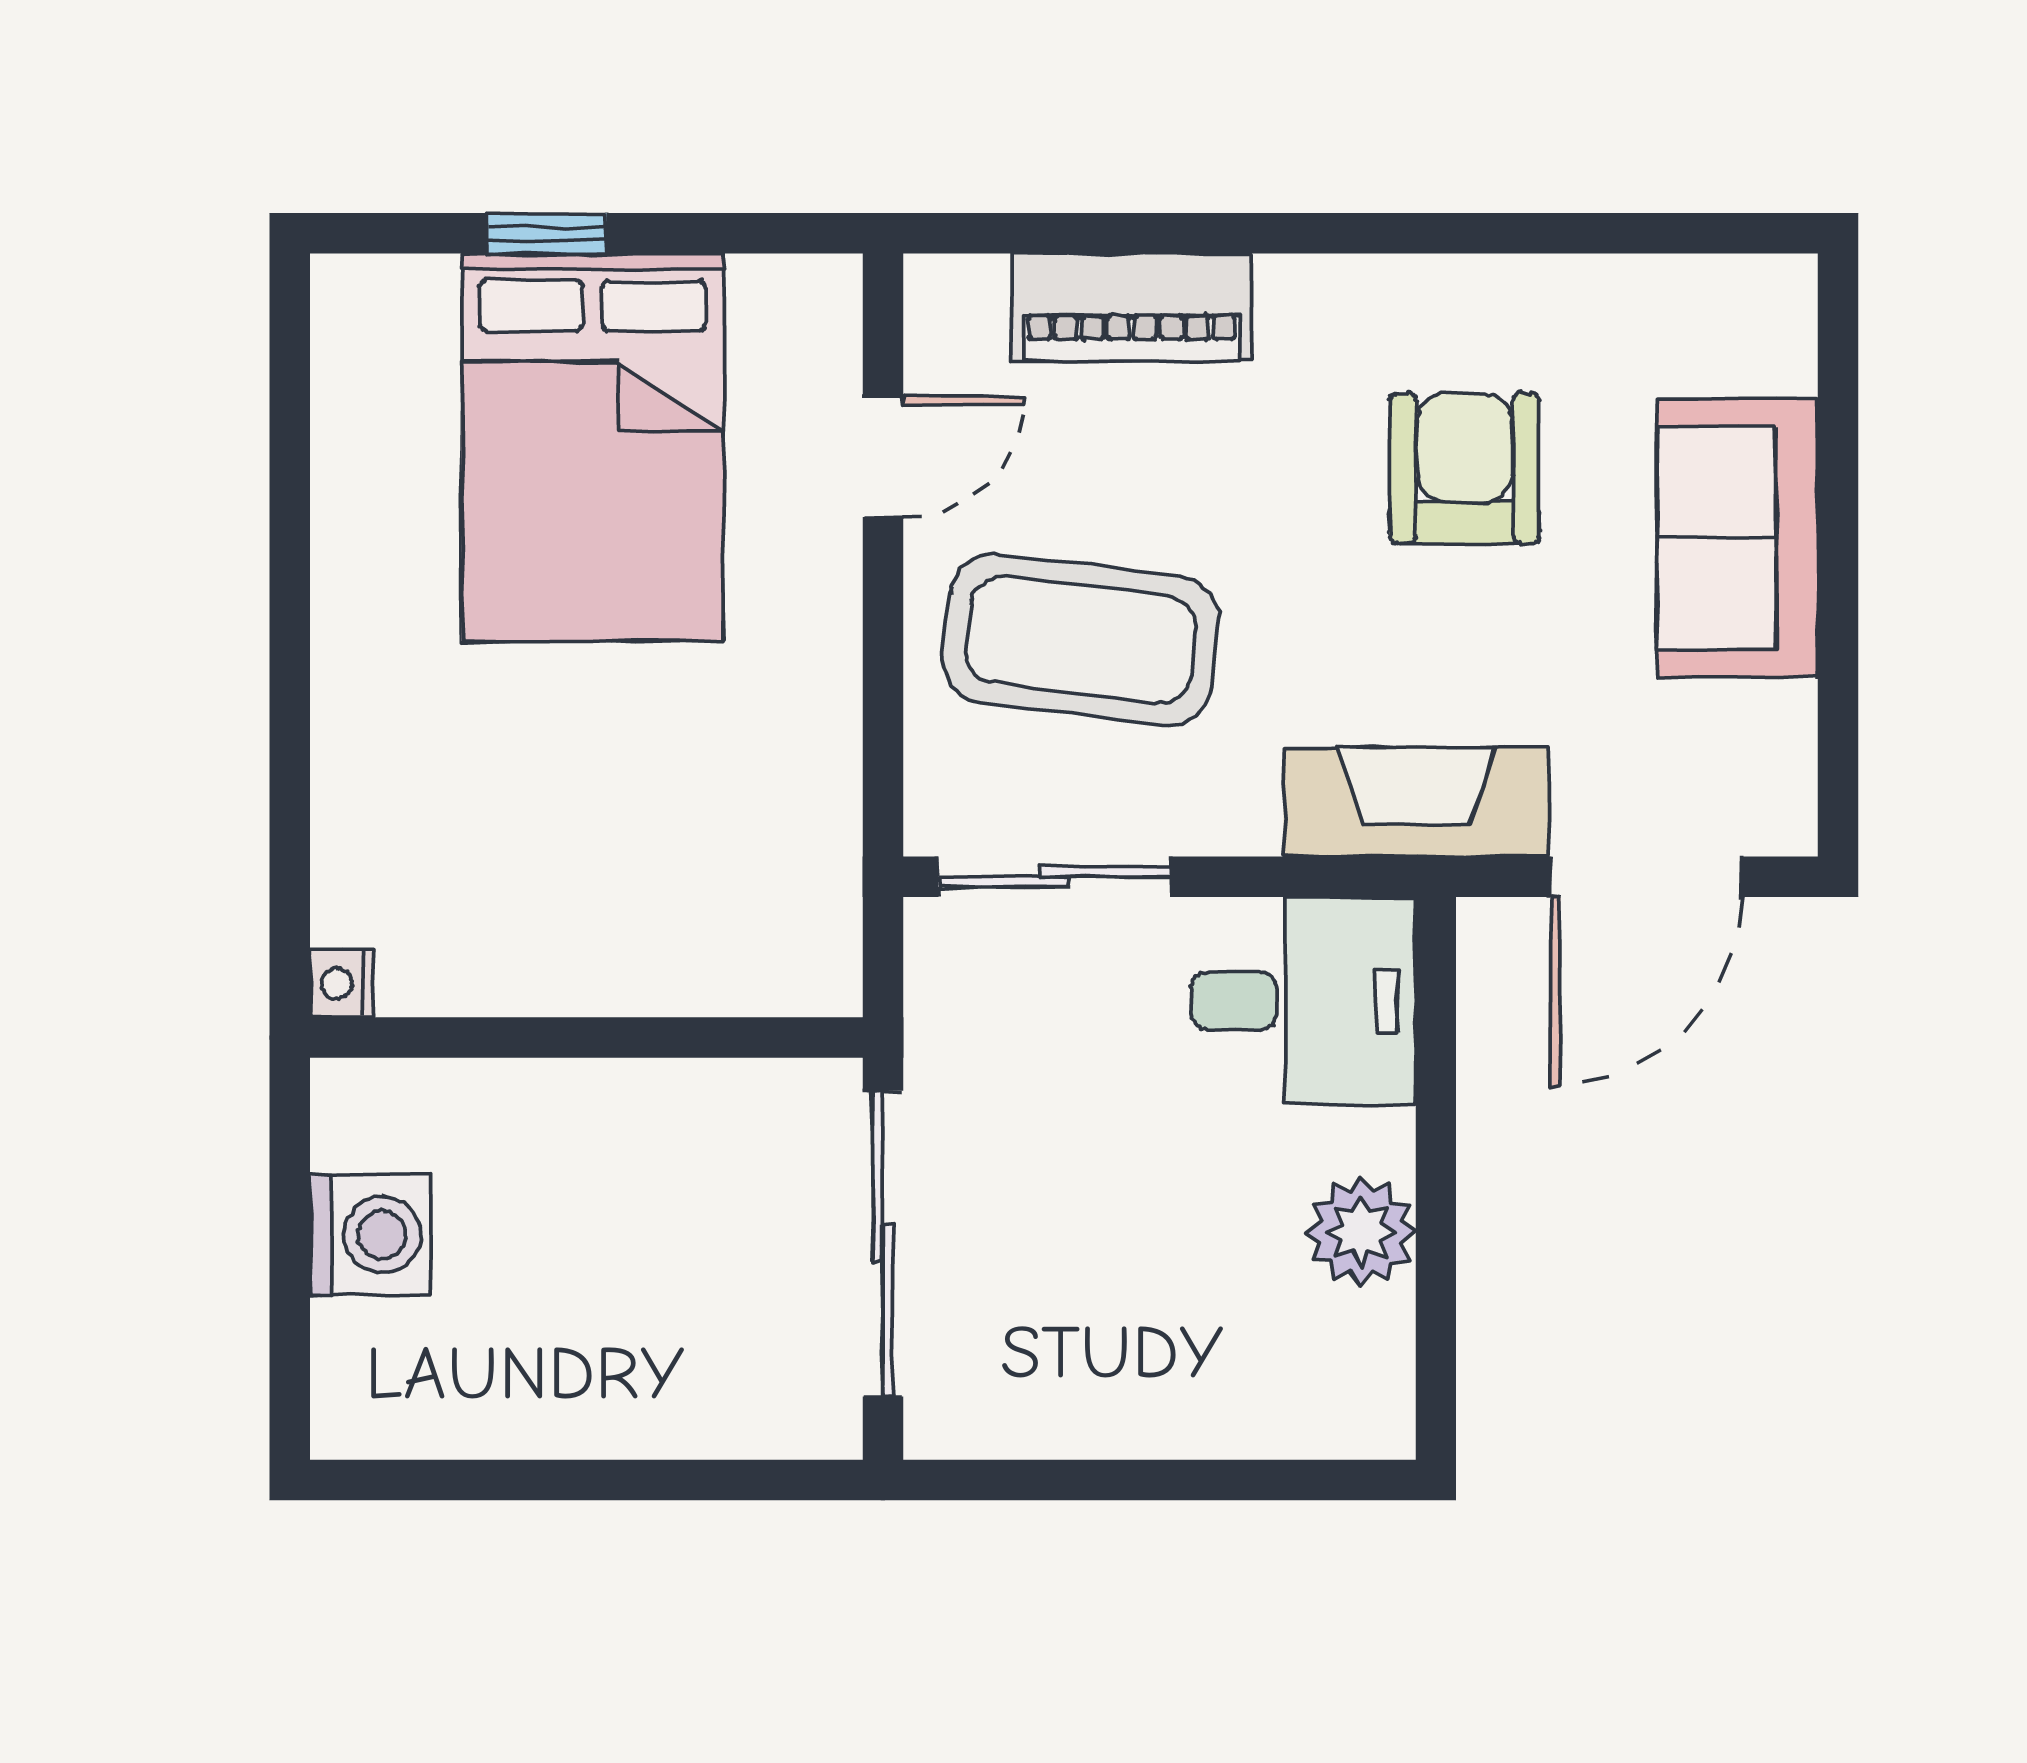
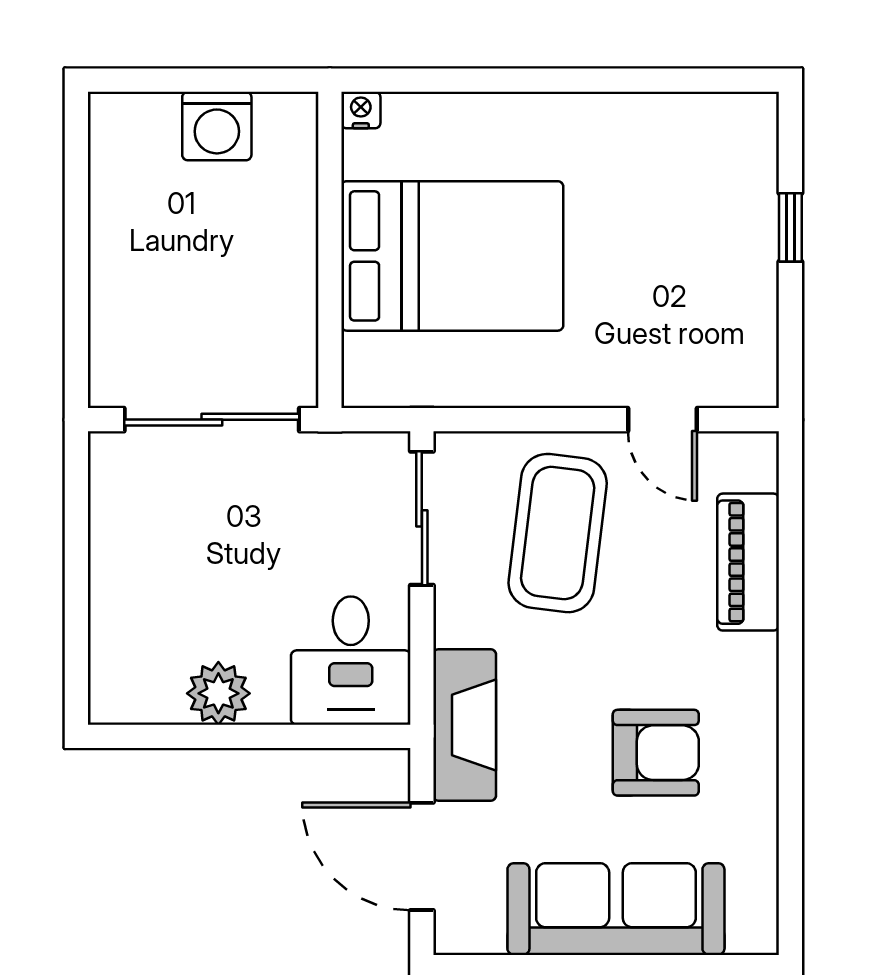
bed: (593, 447) -> (452, 256), moved, turned 180
sofa: (1738, 538) -> (616, 909), width x1.36

